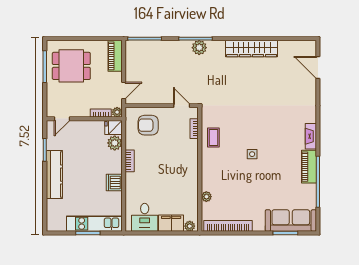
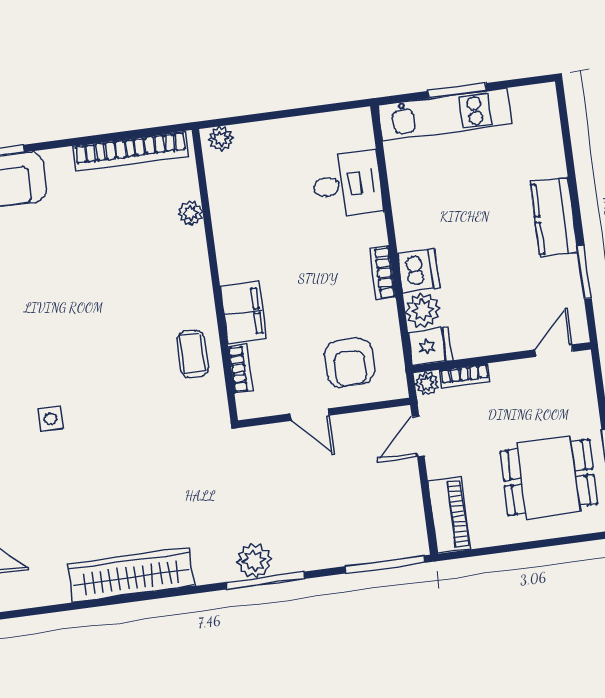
door: (182, 106) -> (310, 415), moved
armchair: (148, 125) -> (350, 363), turned 90
side table: (252, 154) -> (50, 419), moved
kitchen counter: (54, 175) -> (554, 217), width x0.67
dishwasher: (114, 182) -> (419, 271), moved
desk: (145, 217) -> (347, 184), moved, turned 90
filing cabinet: (171, 223) -> (243, 312), moved, turned -90

